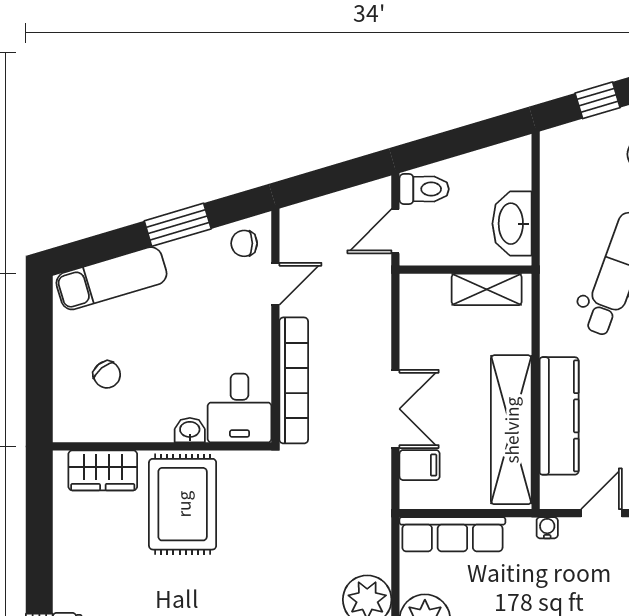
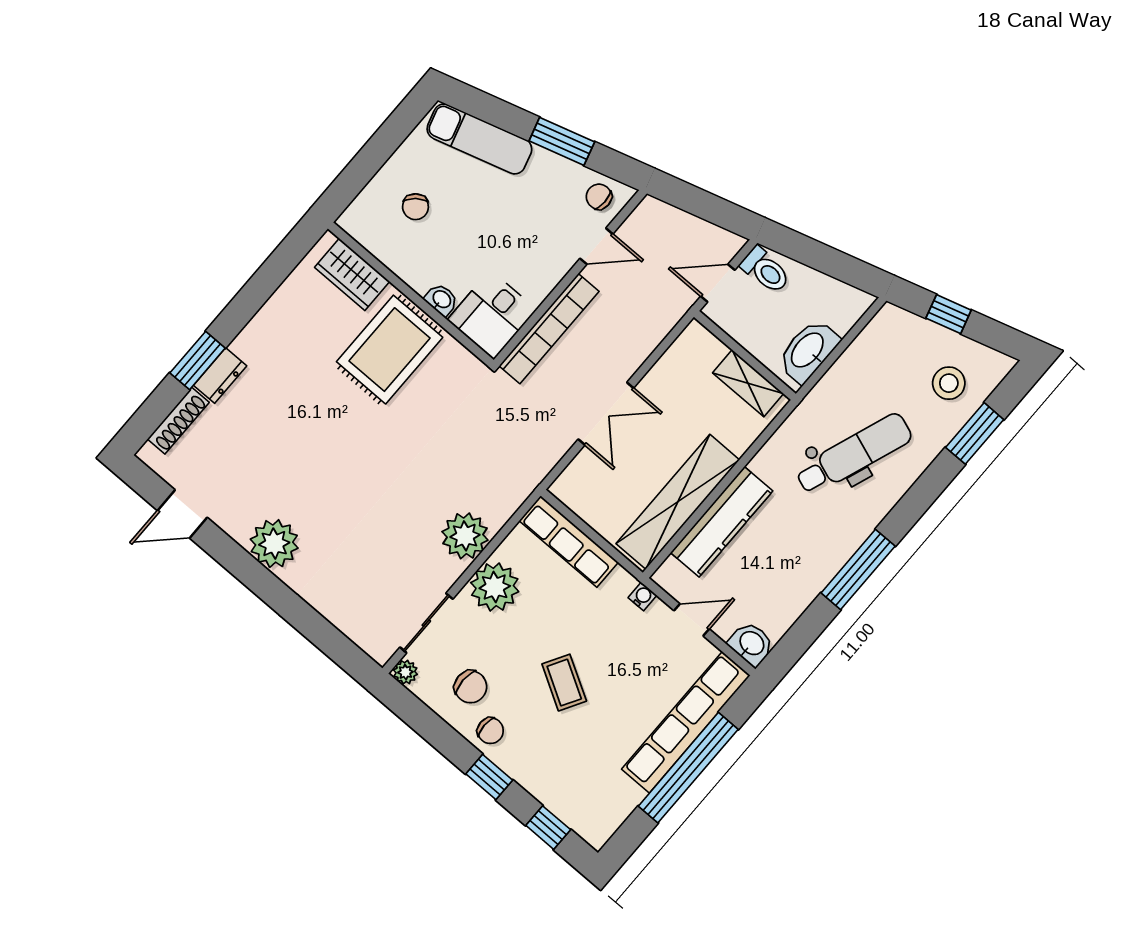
filing cabinet: (420, 465) -> (588, 470), removed

